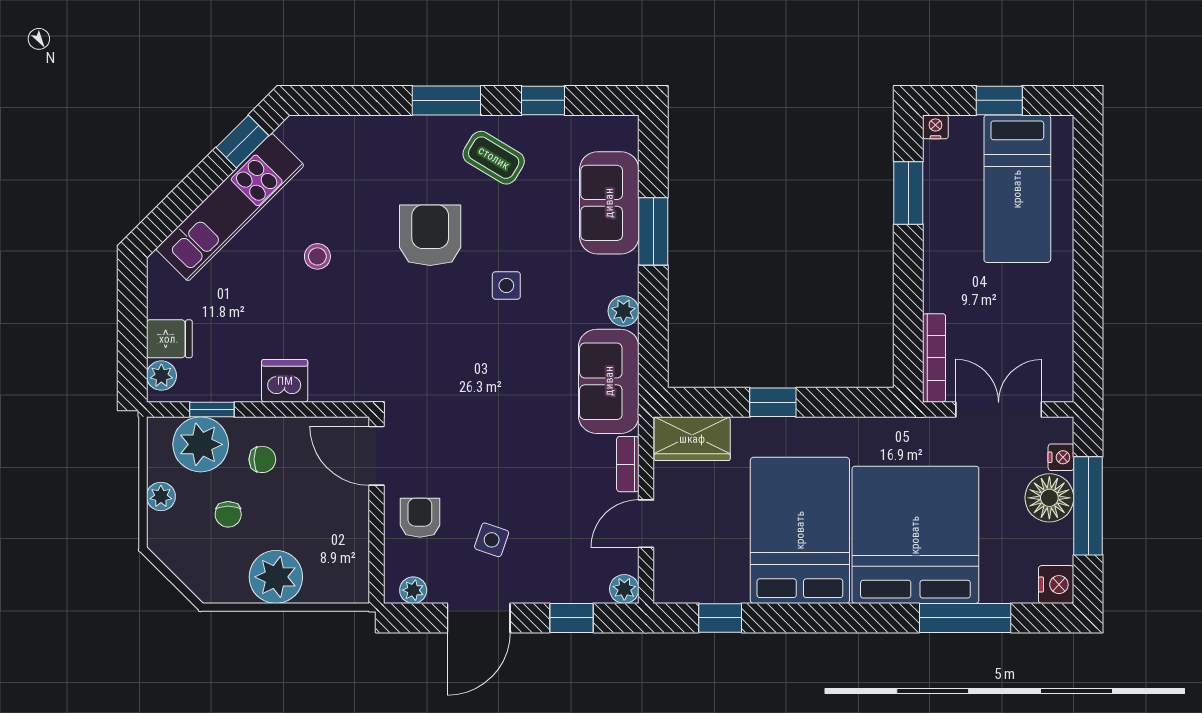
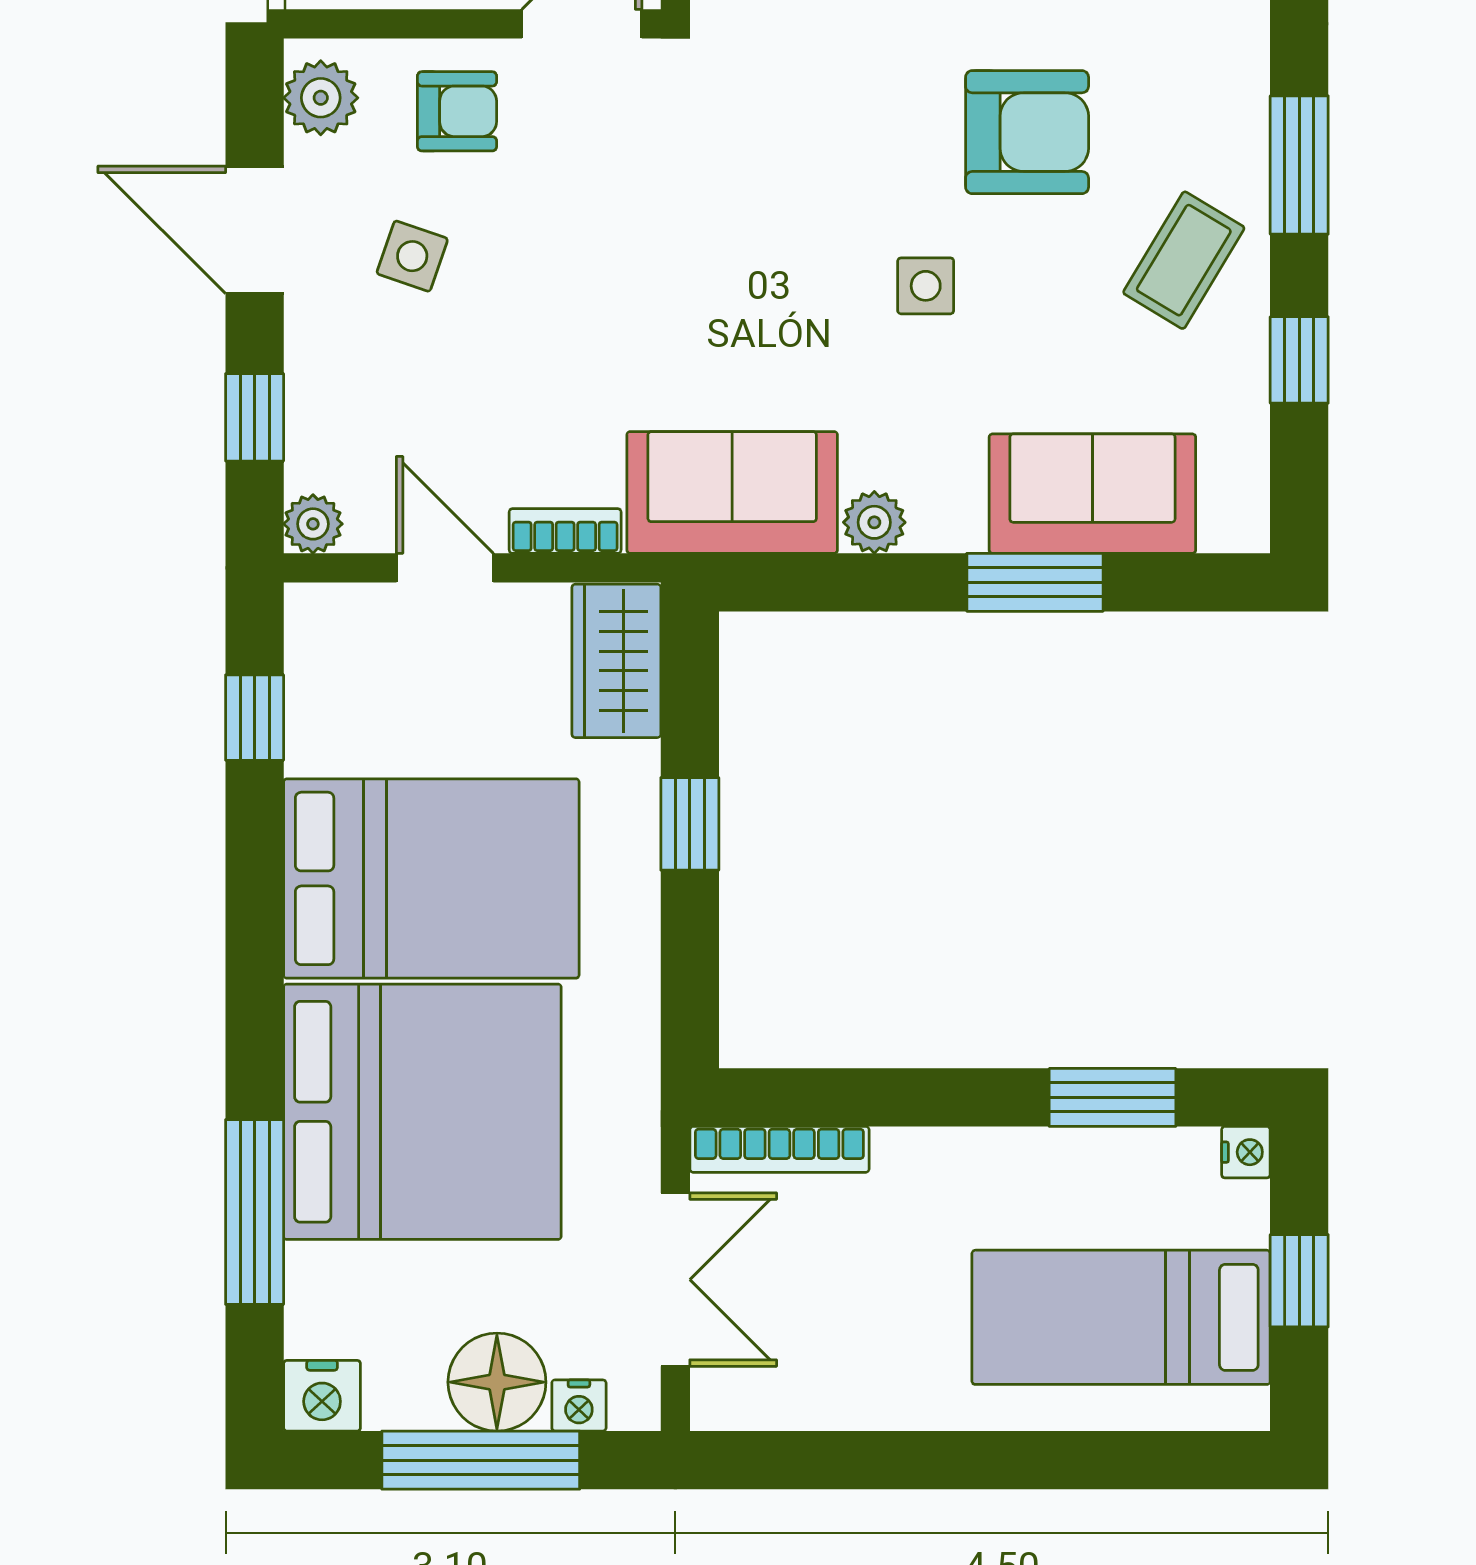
plant: (413, 590) -> (321, 98), width x1.38, depth x1.38

